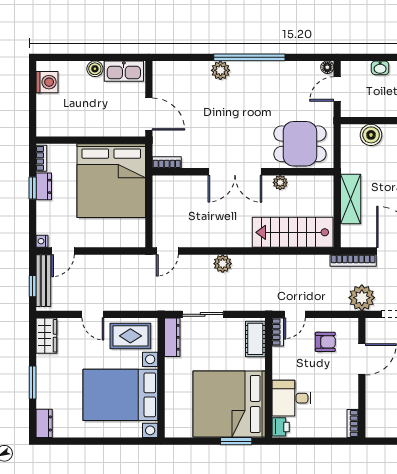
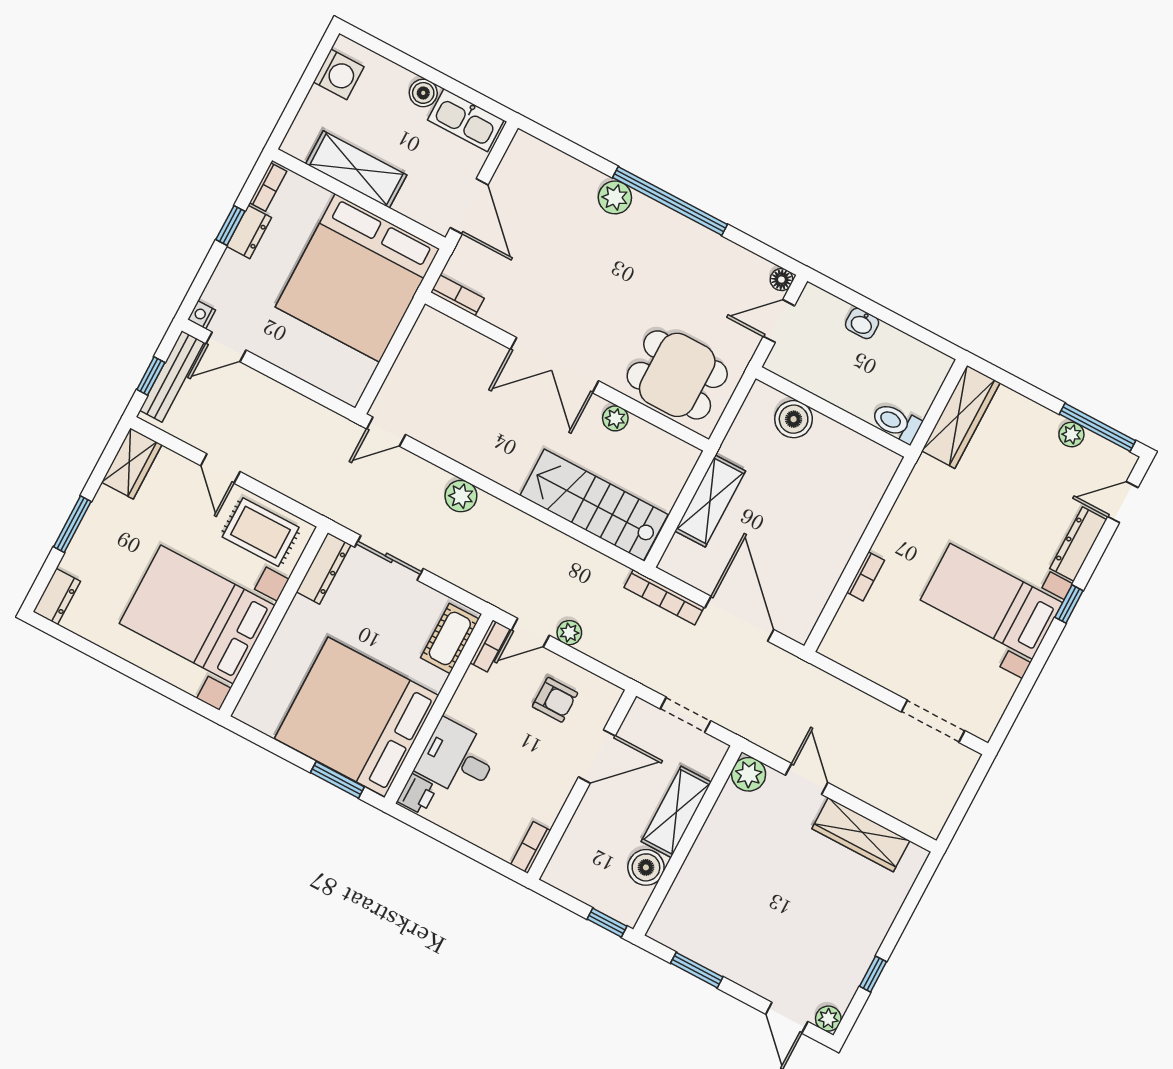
shelving: (81, 126) -> (356, 169), added
plant: (362, 298) -> (569, 633), moved, width x0.53, depth x0.53

